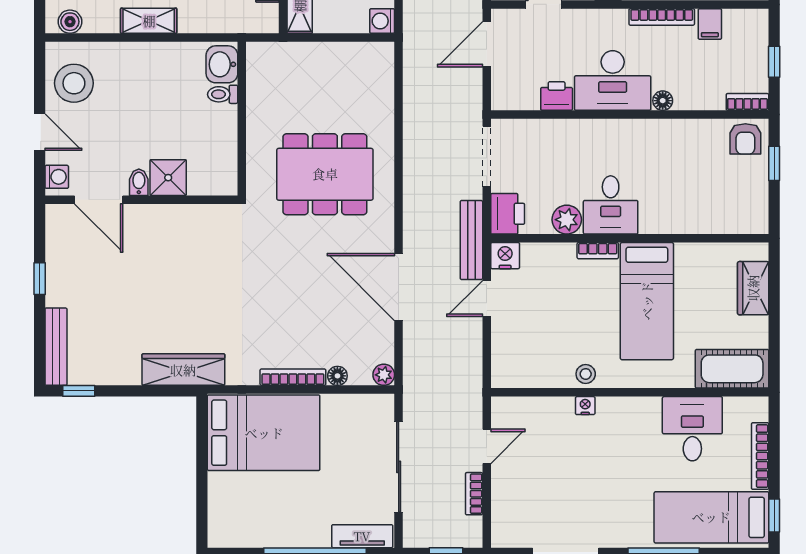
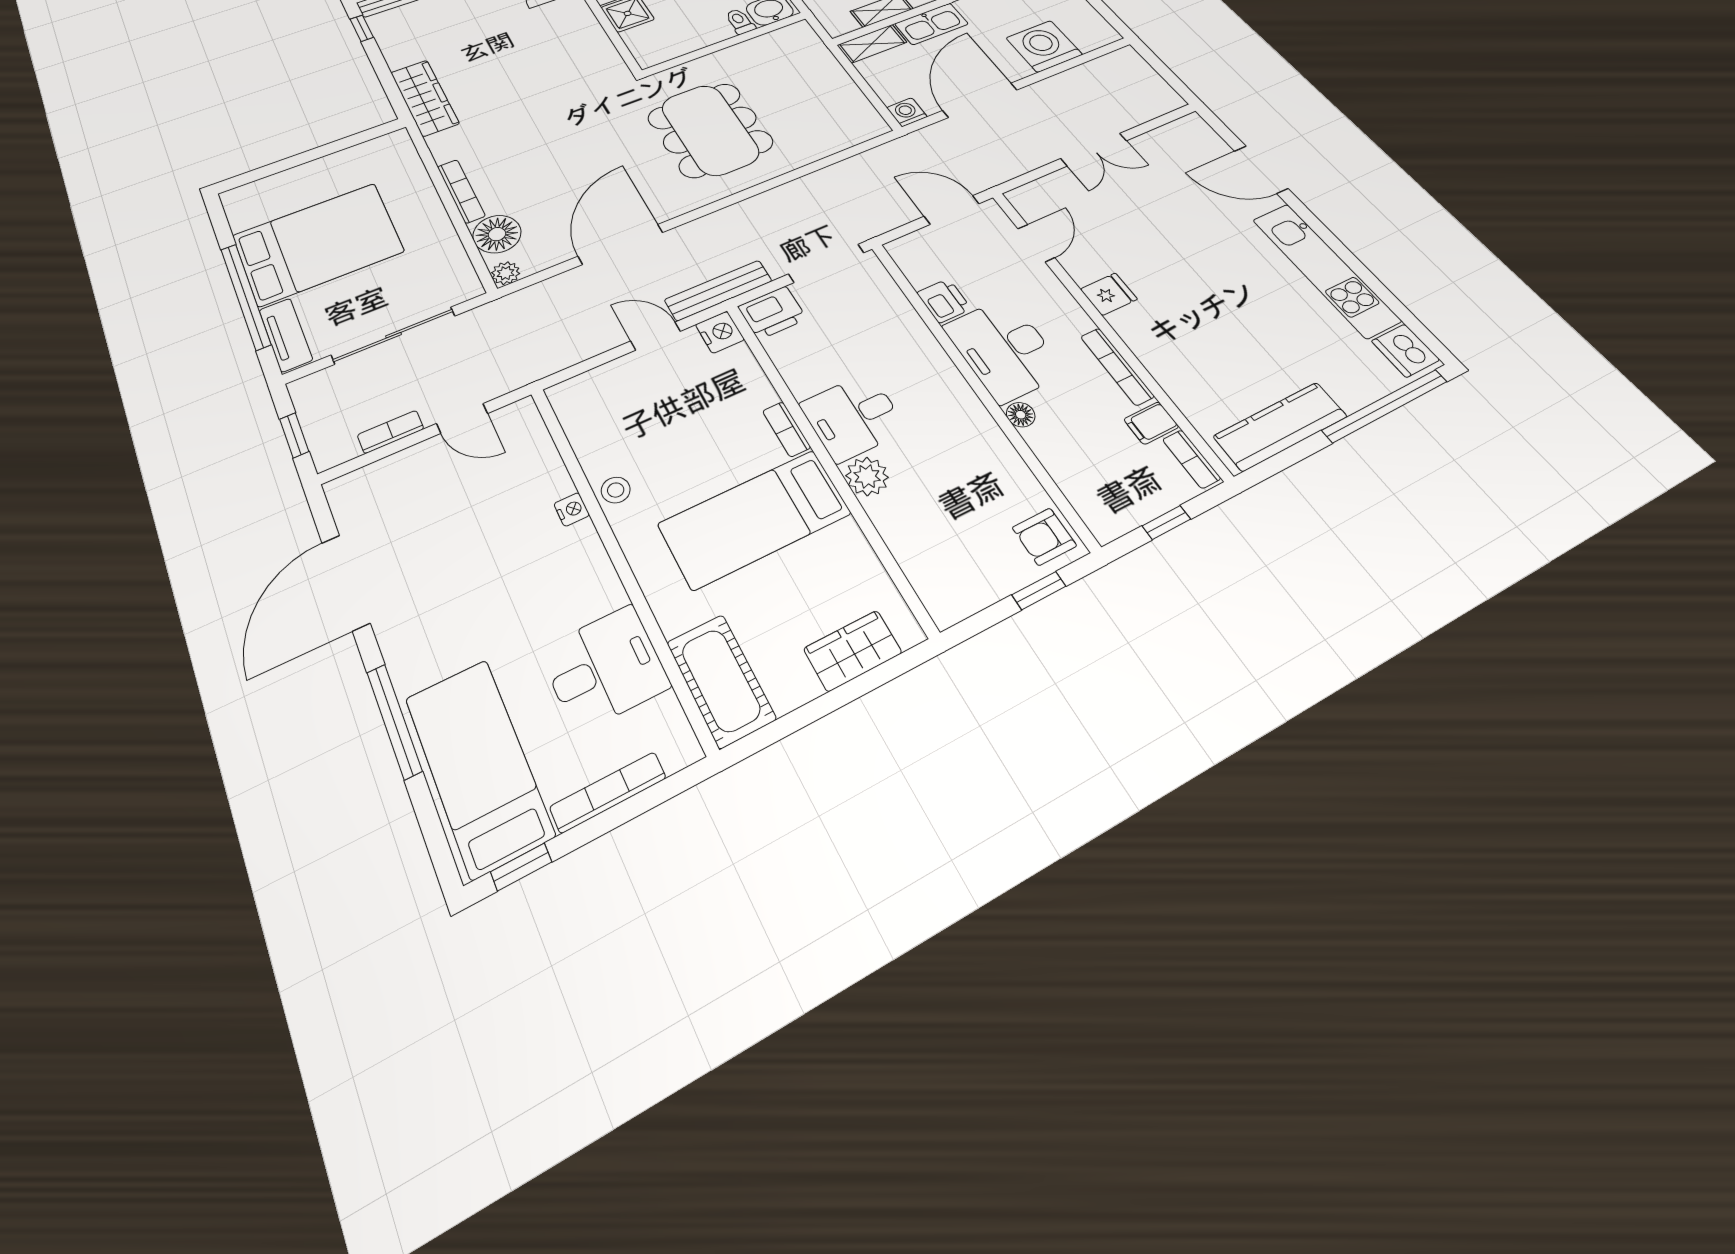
bookcase: (747, 102) -> (1192, 459), moved, turned 180
plant: (567, 220) -> (867, 476), moved
floor lamp: (337, 376) -> (497, 234), width x1.89, depth x1.89
bed: (264, 433) -> (318, 243), moved, turned -90

